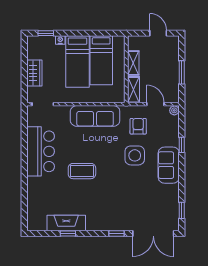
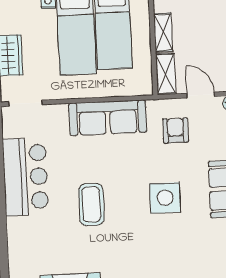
side table: (135, 155) -> (165, 198), moved
coffee table: (82, 171) -> (91, 204), turned 90

